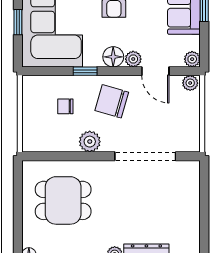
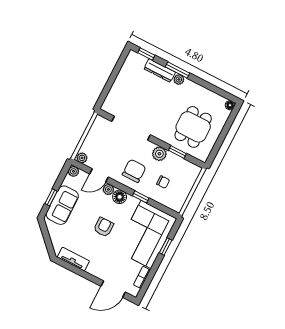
door: (155, 71) -> (99, 175), swing flipped
chair: (112, 101) -> (134, 171), turned -106
window: (67, 156) -> (177, 152), added
dining table: (63, 200) -> (193, 127), turned 90

